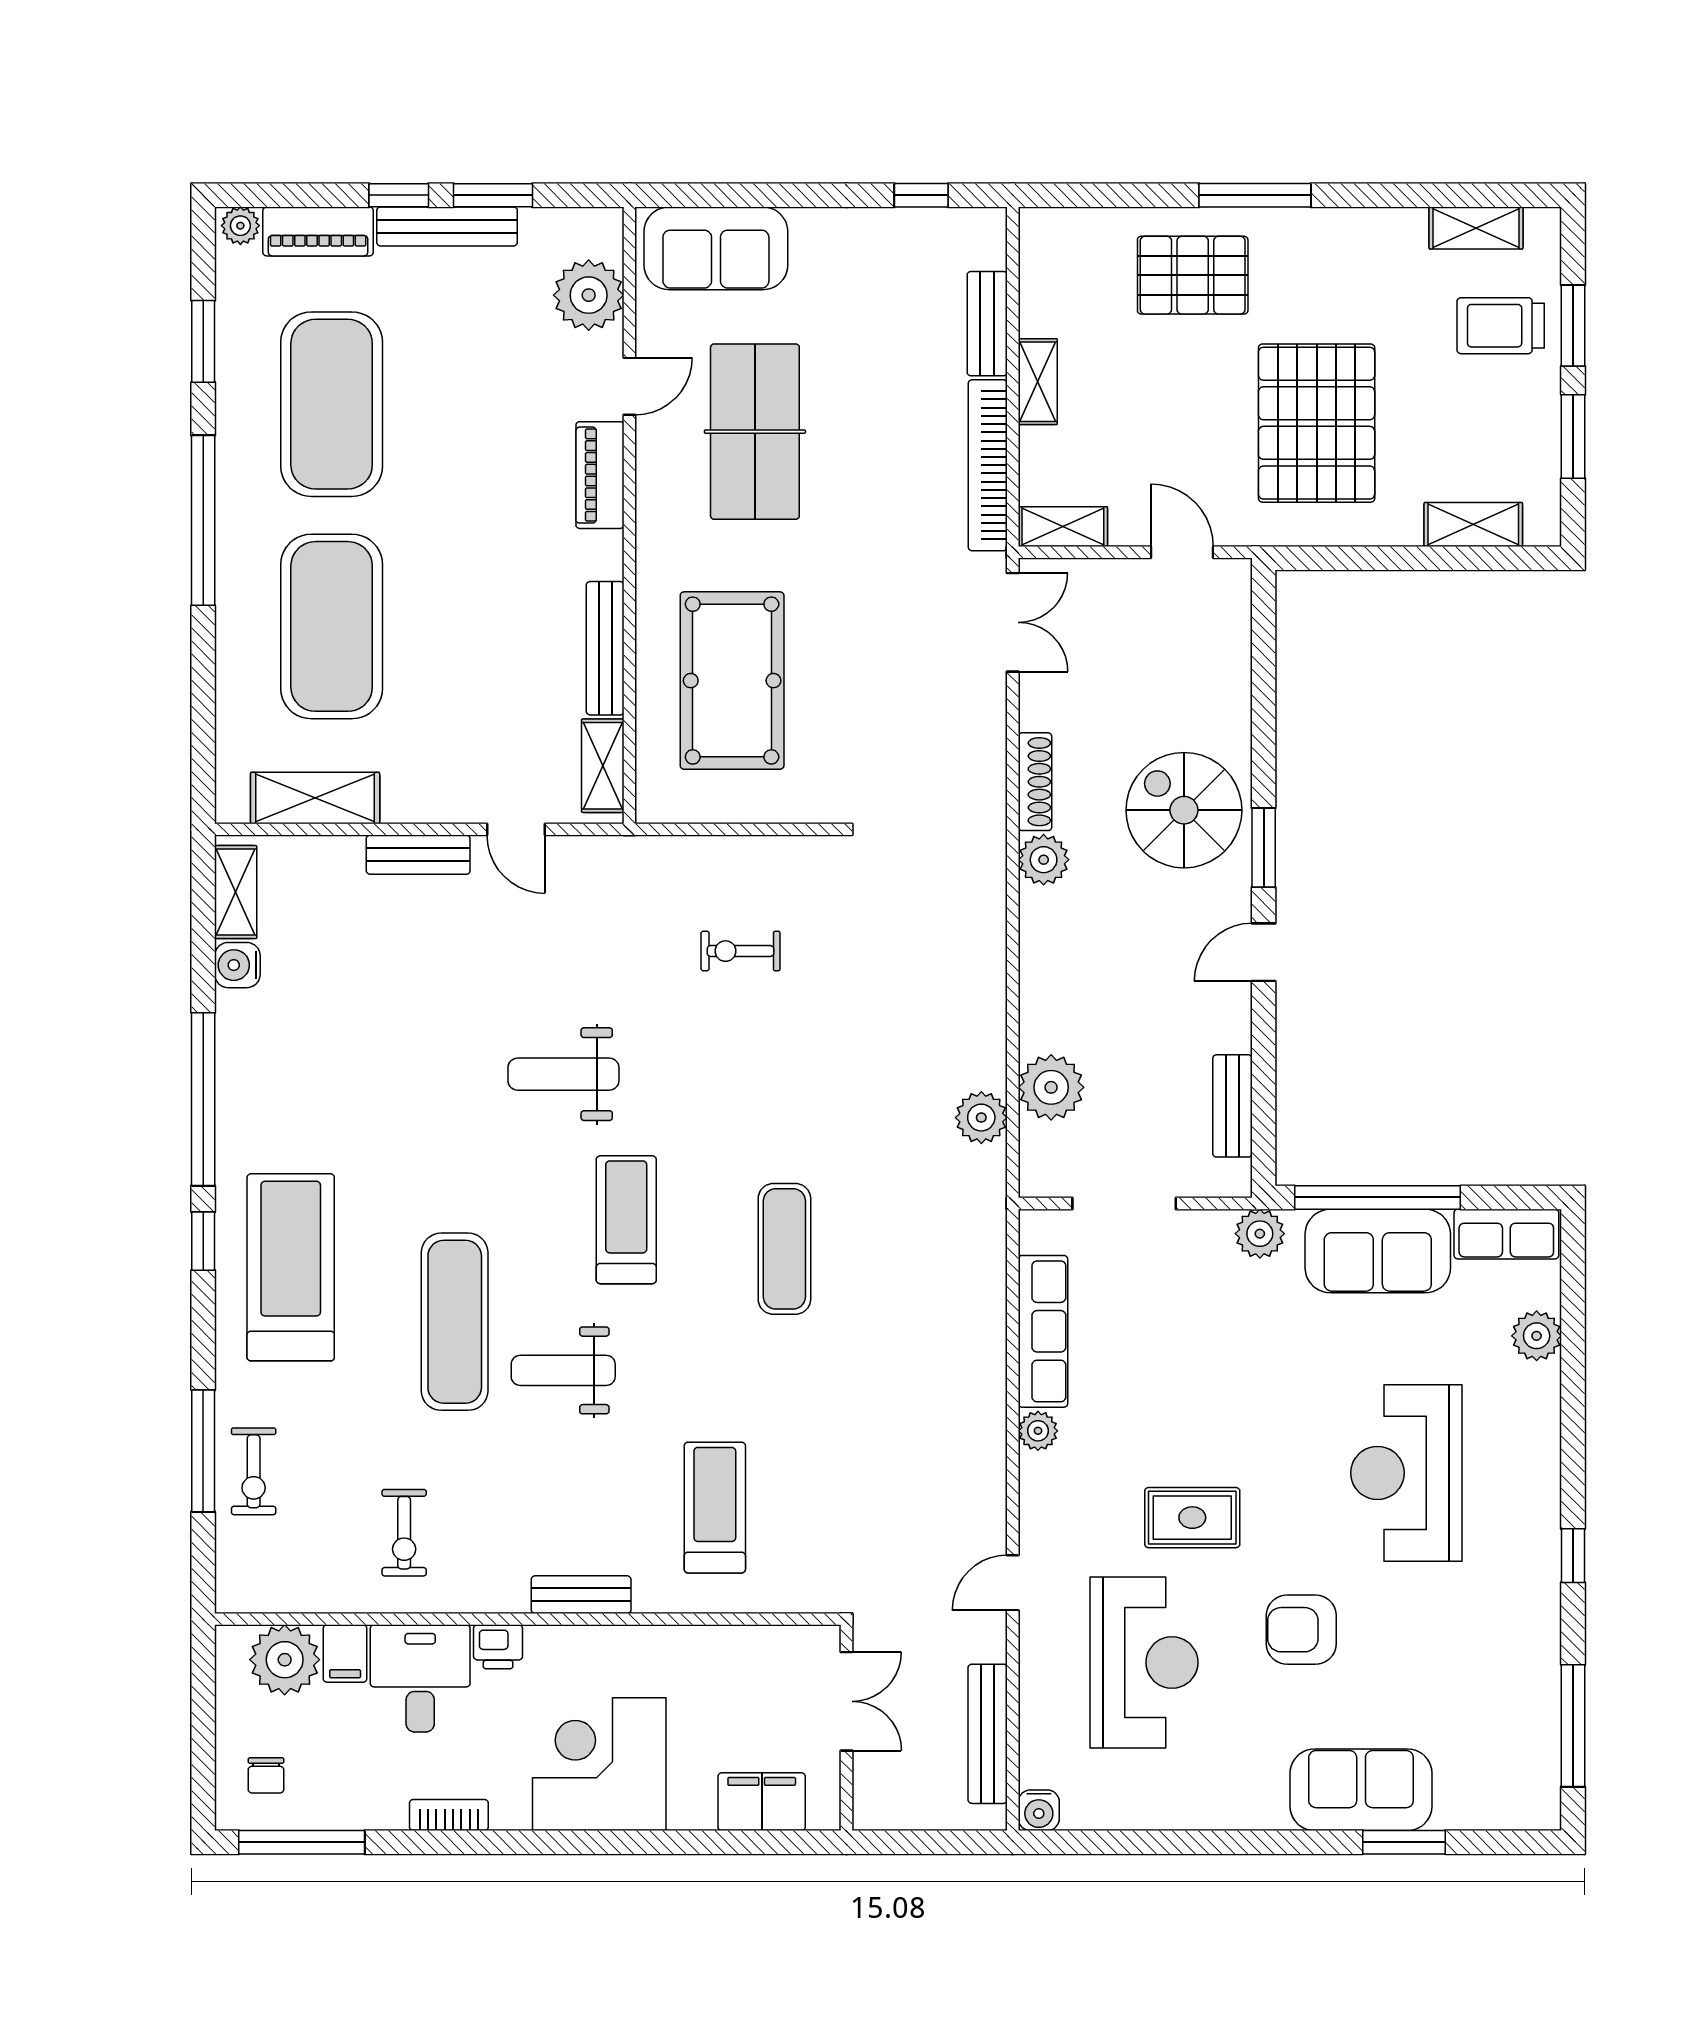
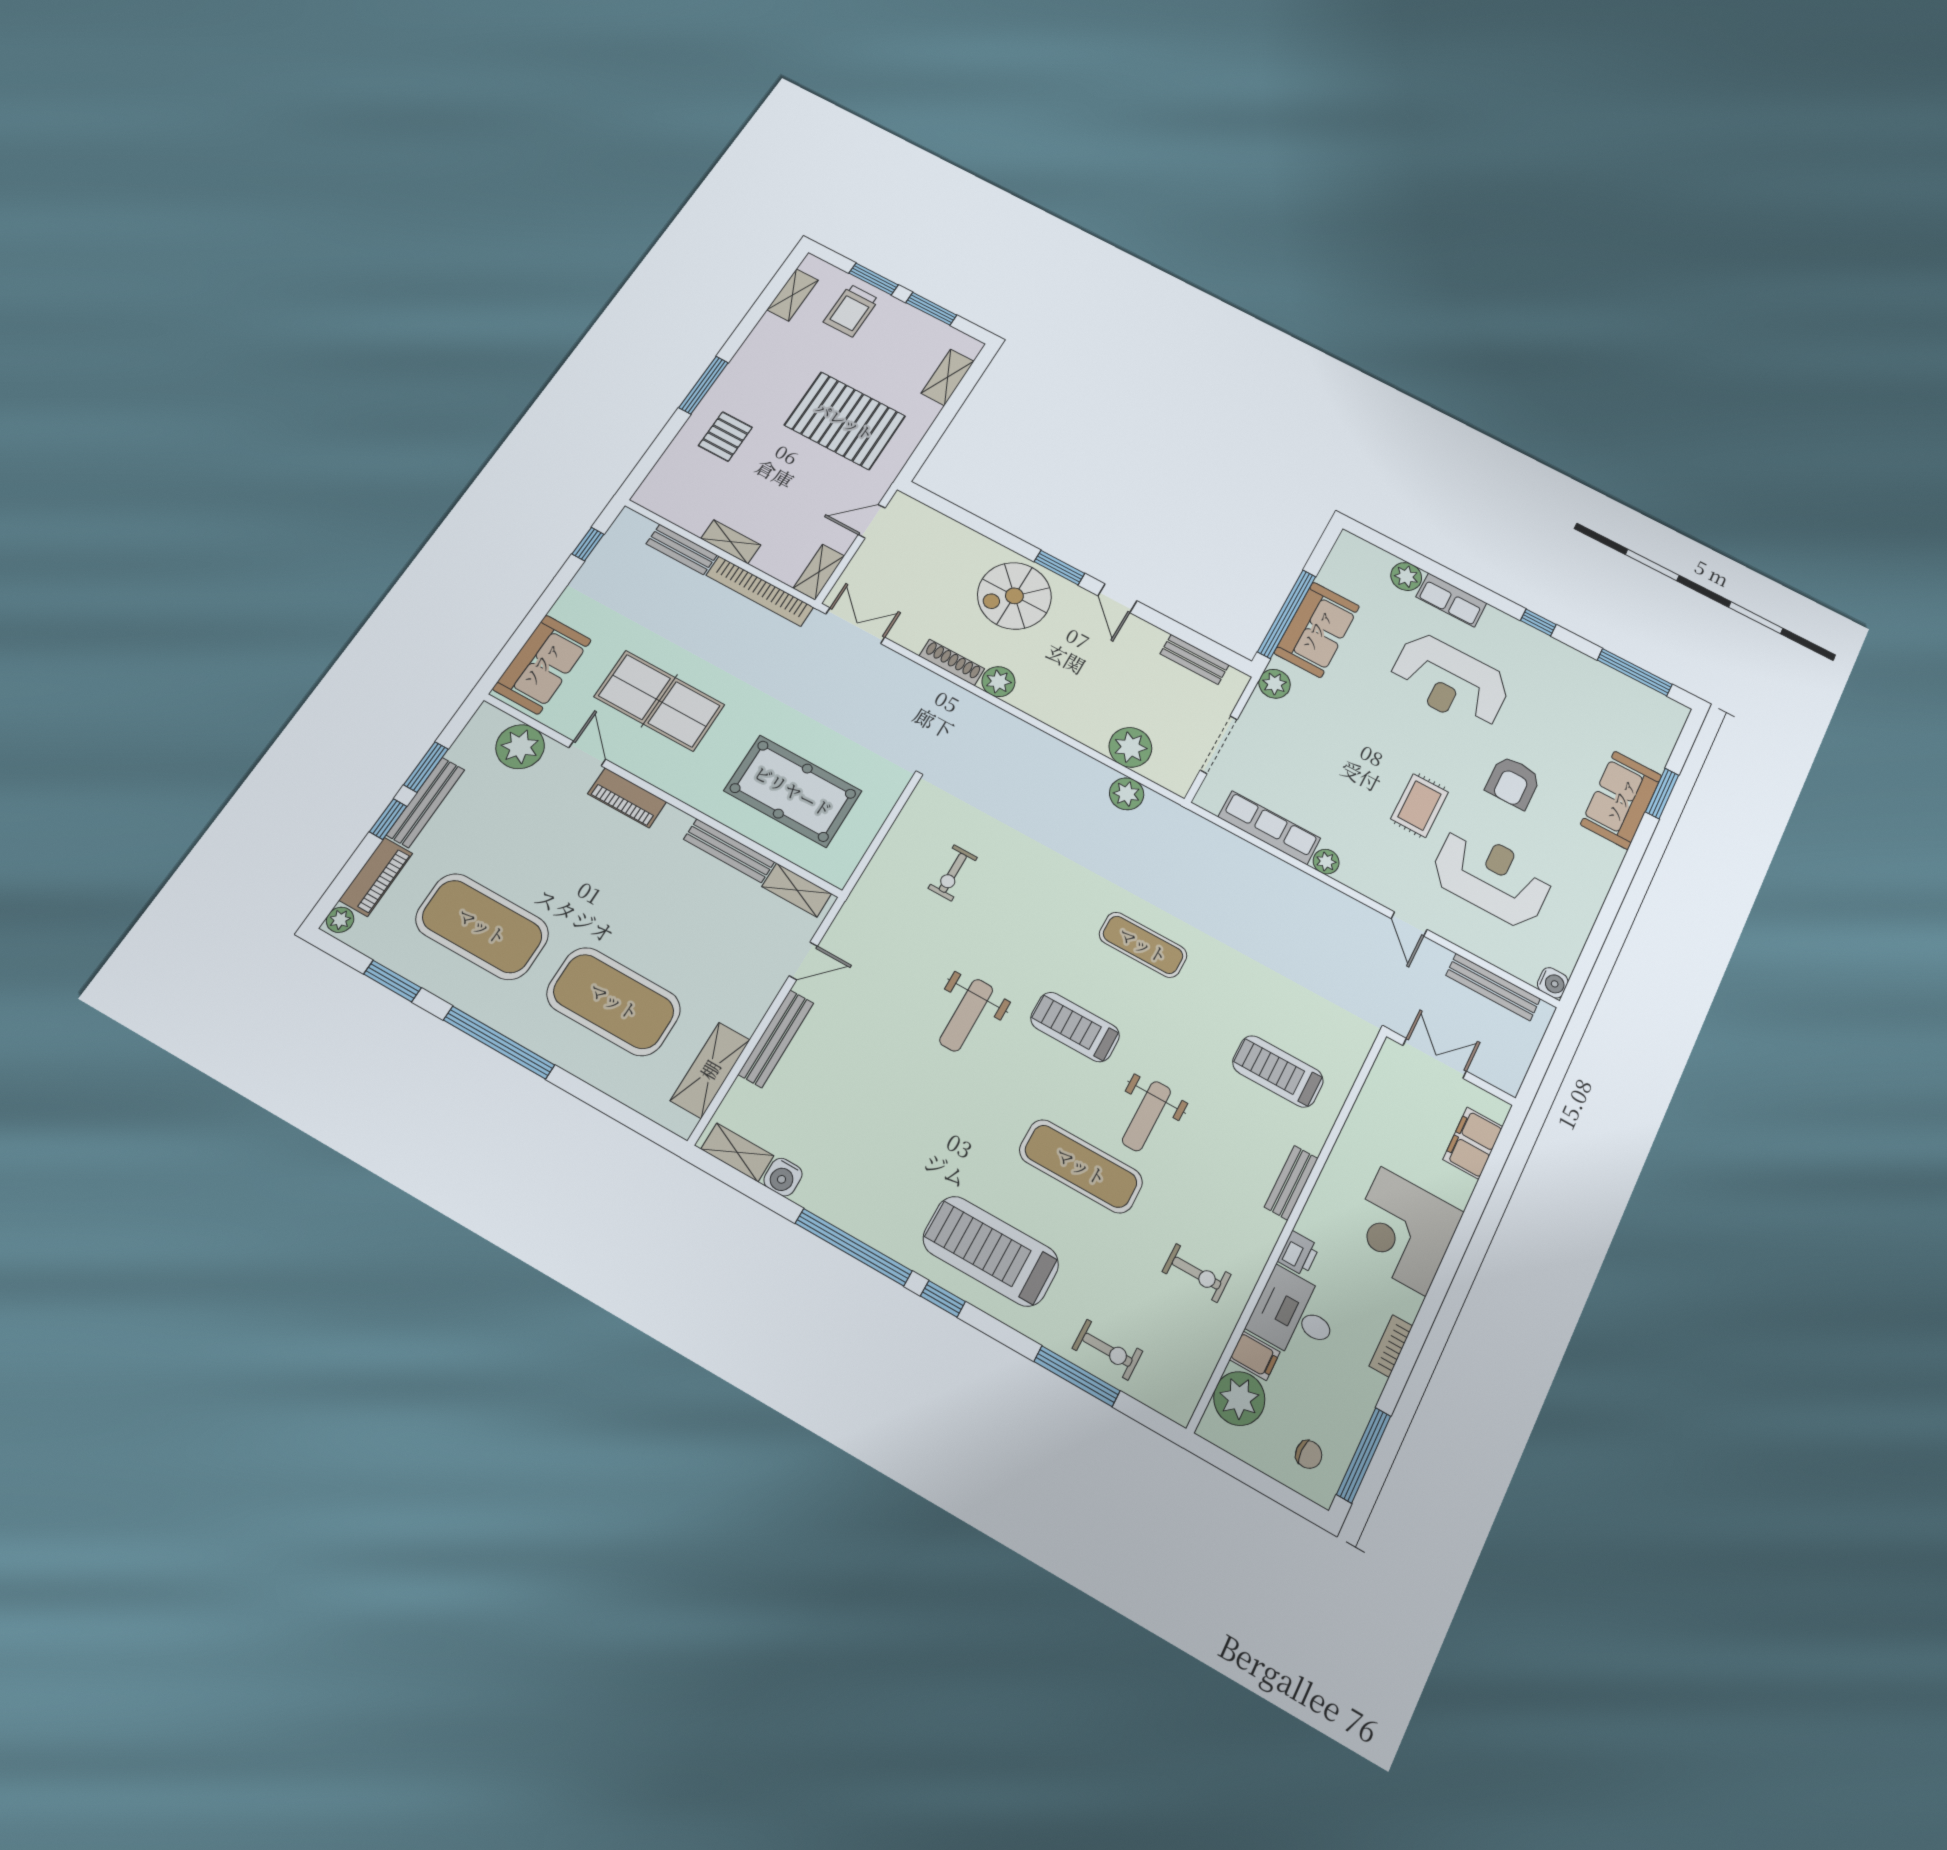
pallet: (1193, 275) -> (725, 437), width x0.67, depth x0.71
bench: (418, 855) -> (776, 1039), width x1.36
row of seats: (1506, 1234) -> (1451, 600), moved, turned 90

